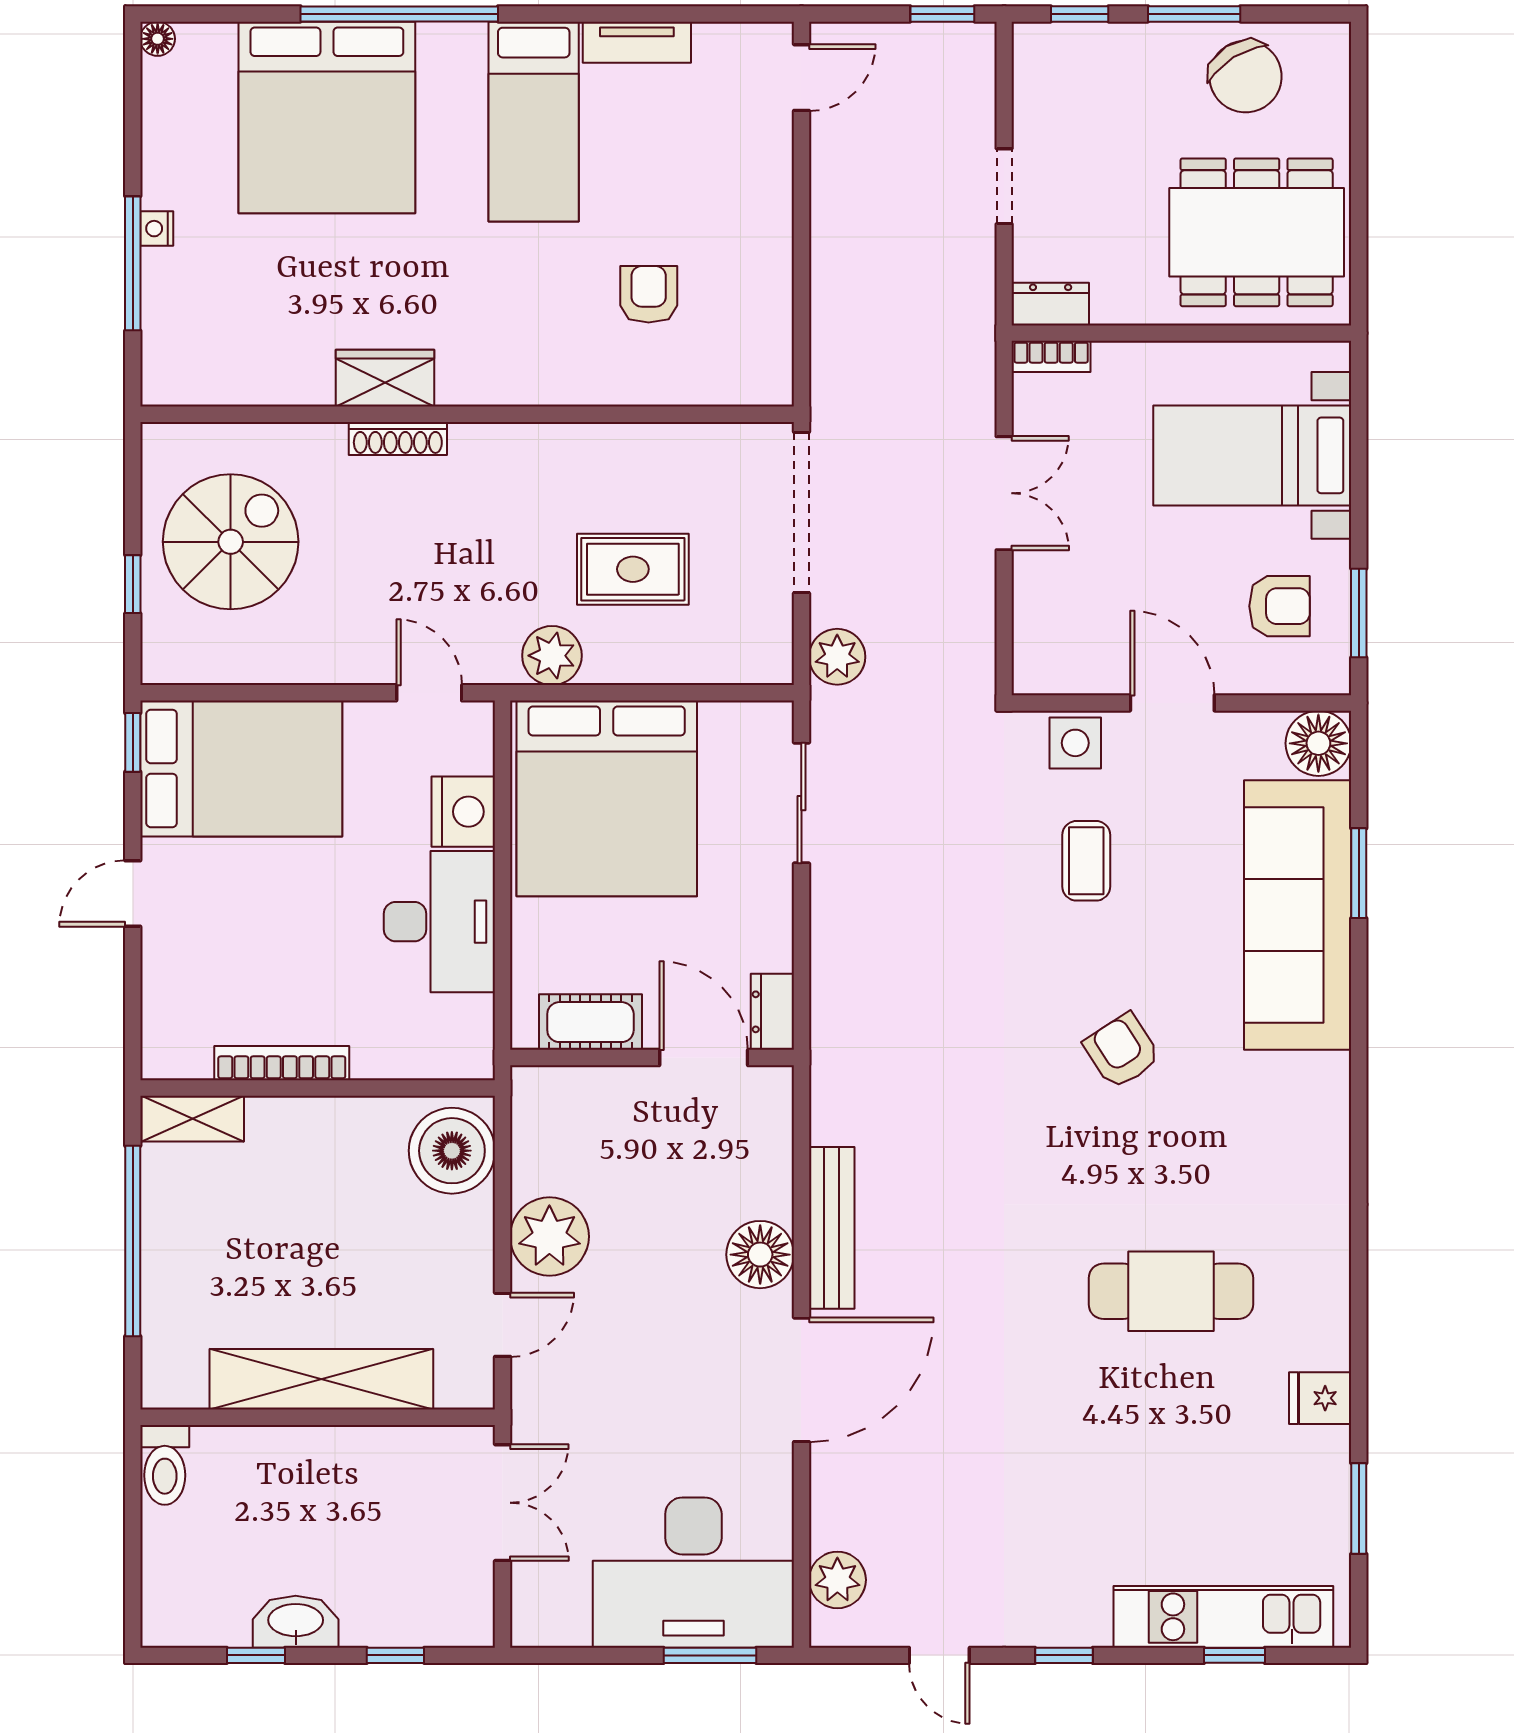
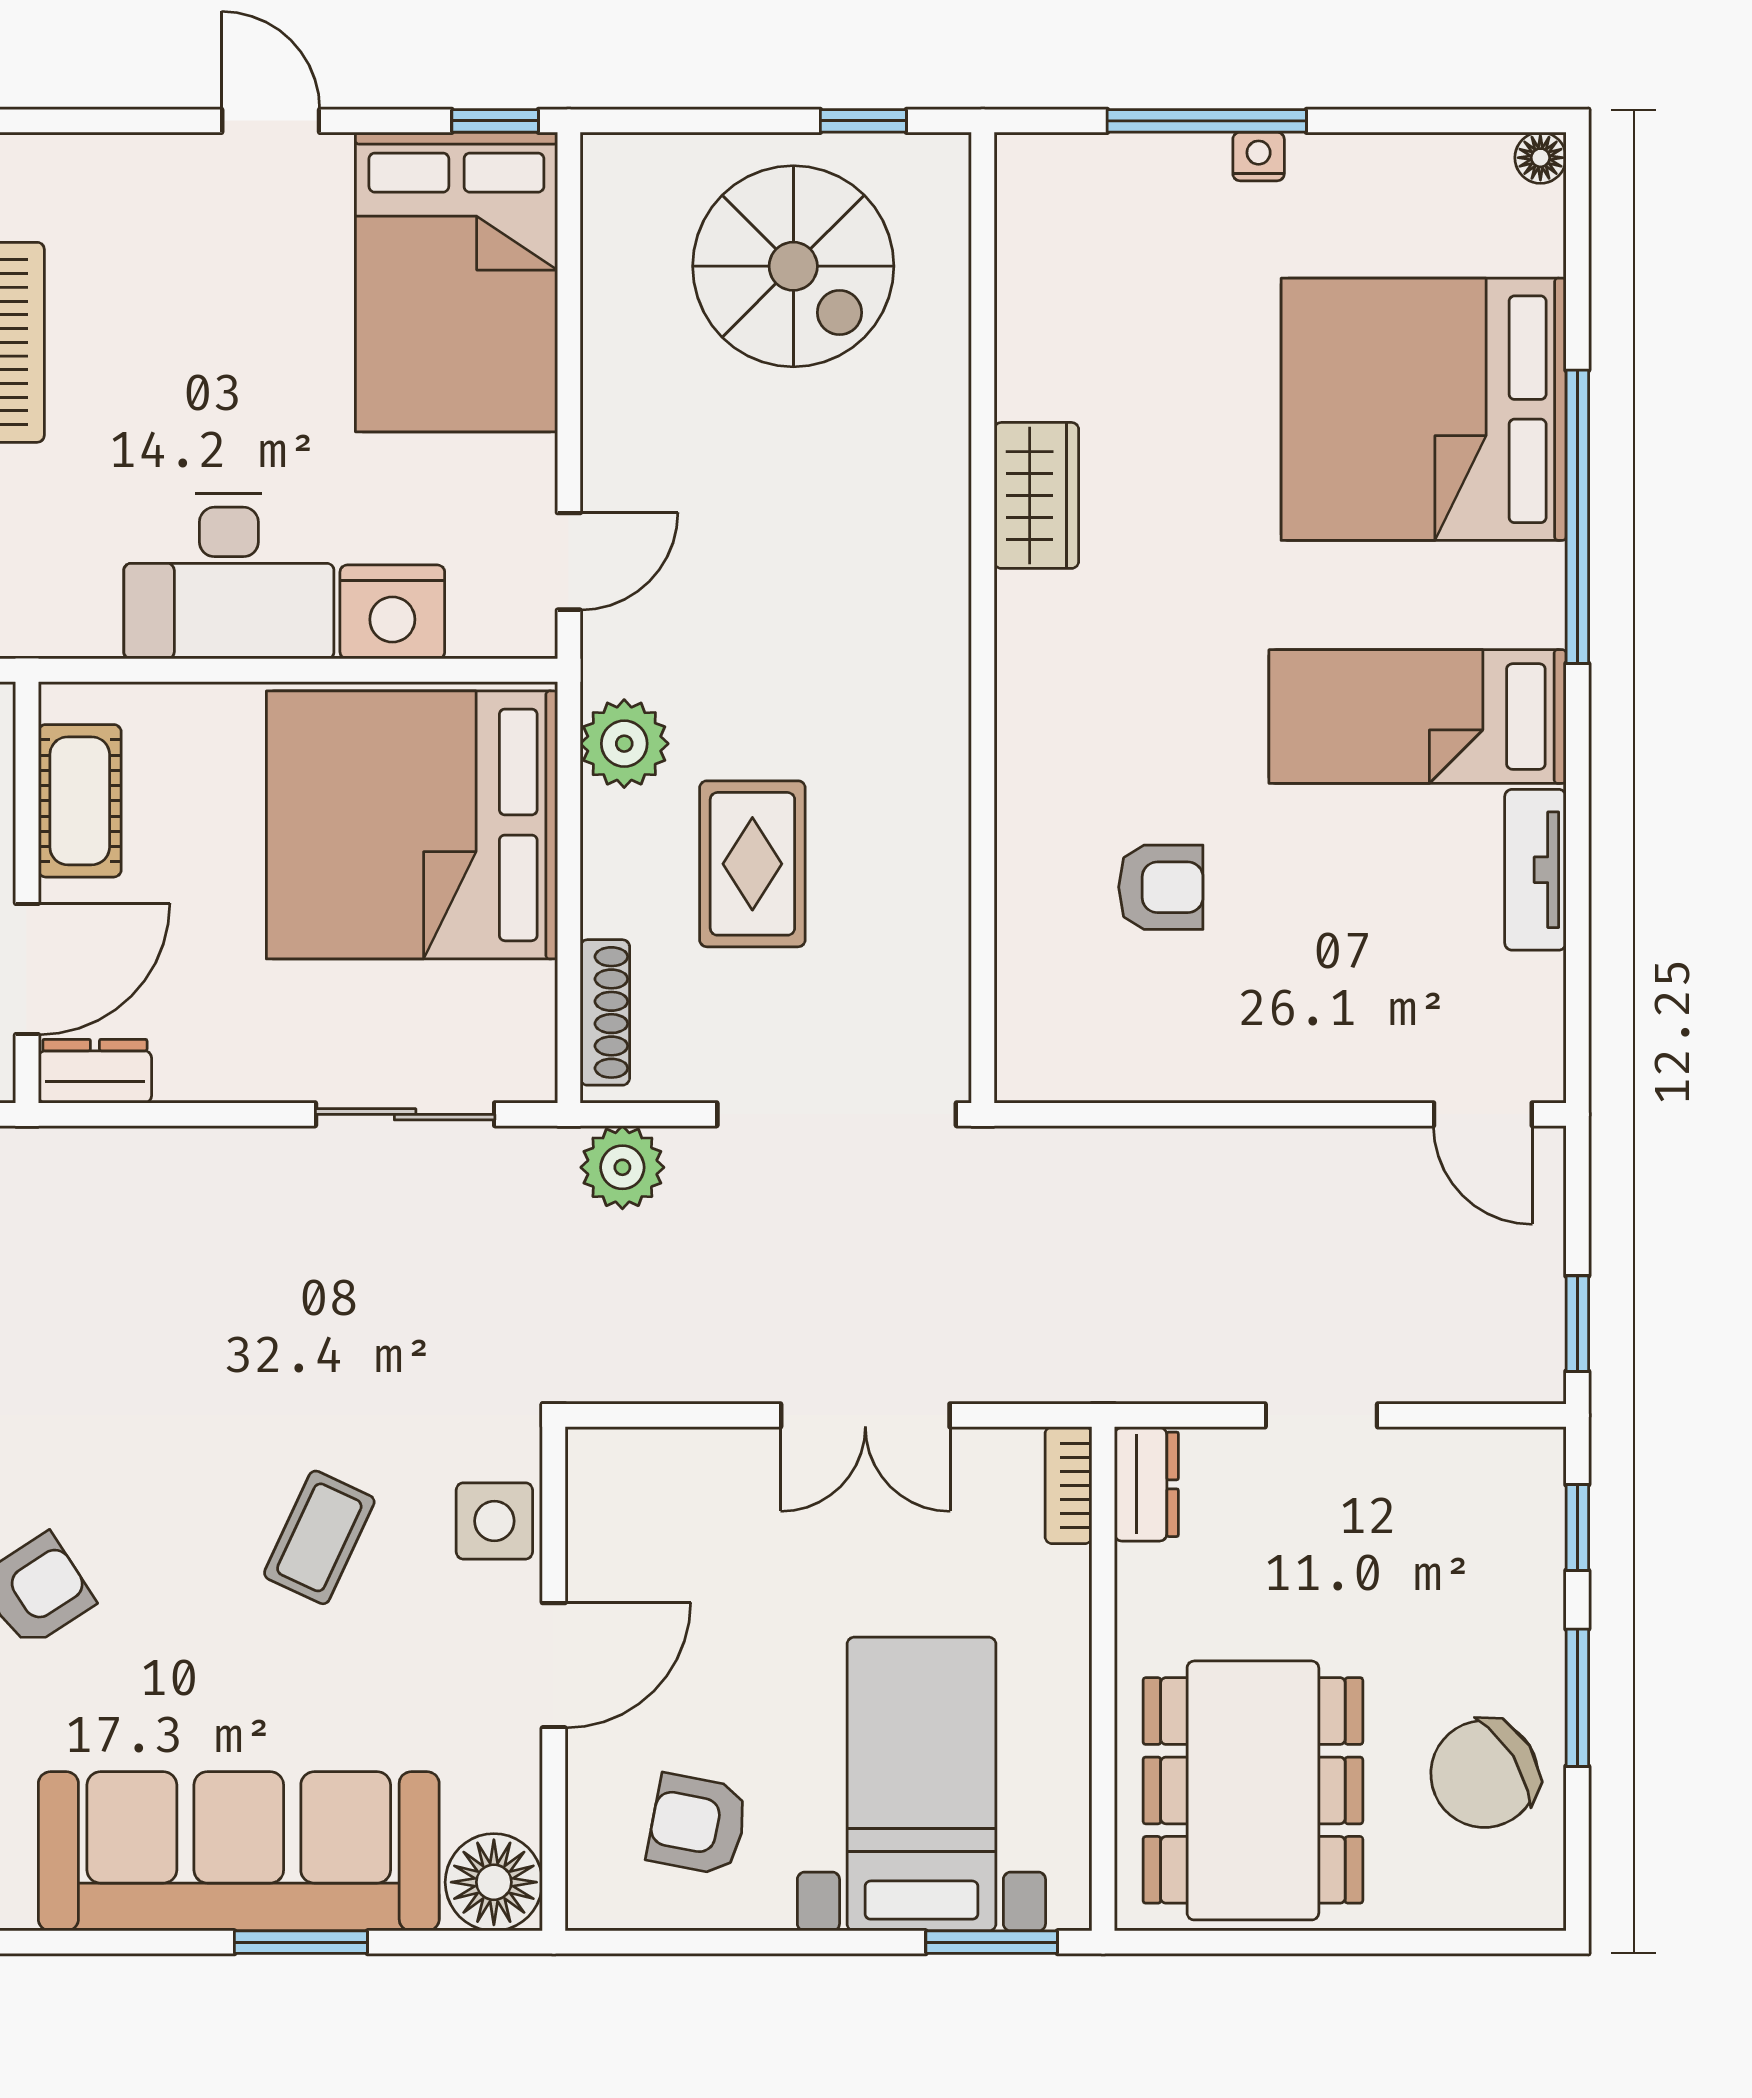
shoe rack: (398, 438) -> (605, 1012), moved, turned 180
window: (133, 584) -> (863, 121), moved
armchair: (1279, 606) -> (698, 1824), turned 101
window: (1359, 613) -> (992, 1942), moved
coffee table: (1086, 861) -> (319, 1537), turned -65

